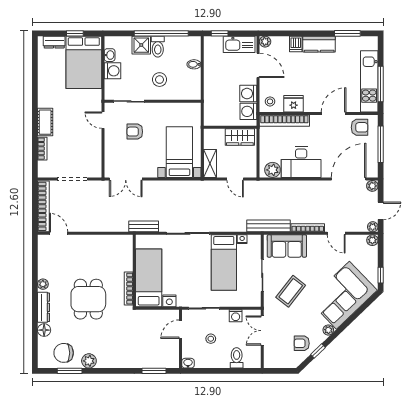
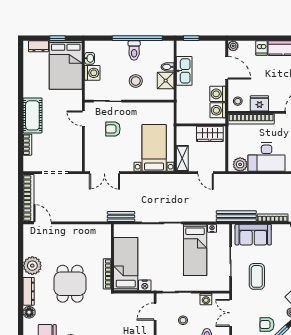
kitchen sink: (239, 44) -> (184, 71), moved, turned -90
shower: (141, 45) -> (166, 81), moved
cot: (45, 122) -> (32, 115), width x1.37, depth x1.34
plant: (43, 284) -> (32, 266), width x1.87, depth x1.87
coffee table: (291, 291) -> (257, 276), turned -38

